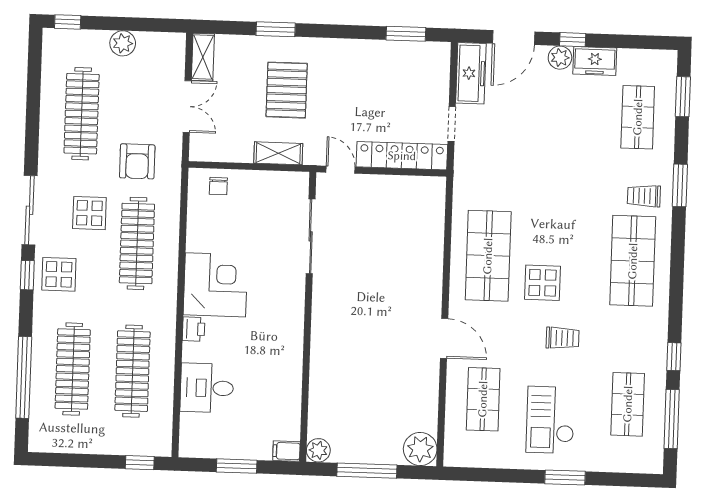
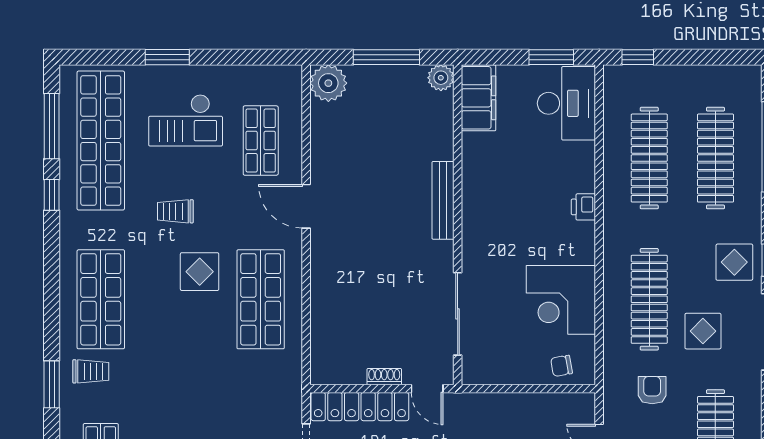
shelving: (278, 153) -> (497, 404), removed
armchair: (137, 161) -> (652, 390), width x0.72, depth x0.72
shoe rack: (379, 182) -> (384, 377), added
chair: (218, 186) -> (561, 366), turned -100
corner desk: (215, 285) -> (561, 300), moved
bench: (320, 339) -> (443, 200), added
desk: (207, 388) -> (566, 103), moved, width x1.37
shop shelf: (628, 404) -> (101, 141), width x2.00, depth x1.36
checkout: (550, 420) -> (186, 120), turned 90
filing cabinet: (286, 451) -> (479, 98), width x3.00, depth x1.17
window: (237, 466) -> (551, 57), moved

